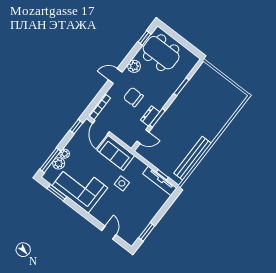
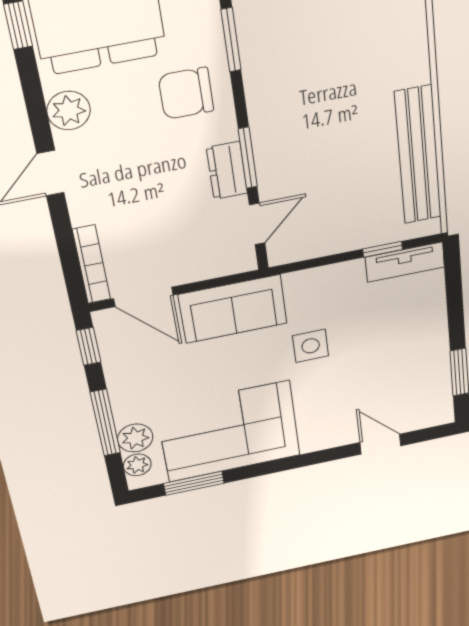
chair: (133, 97) -> (186, 93), moved
plant: (65, 154) -> (137, 465), moved
window: (50, 160) -> (105, 423), moved
tv unit: (160, 181) -> (405, 262), width x0.71

